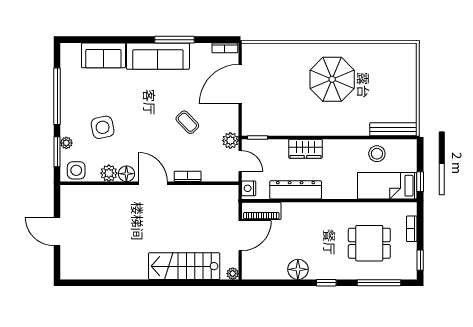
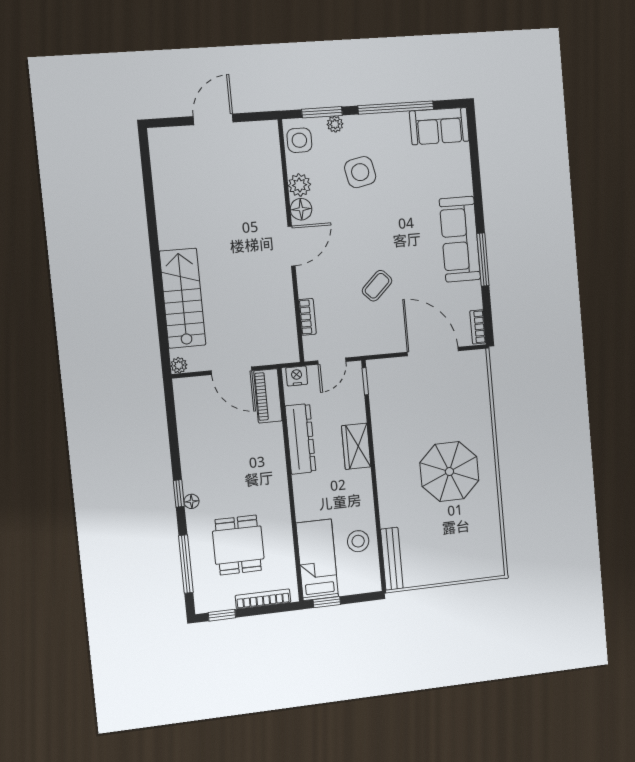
sofa: (103, 55) -> (439, 126), moved, turned -90
plant: (230, 141) -> (358, 346), removed
bookcase: (188, 176) -> (307, 317), moved
bookcase: (412, 229) -> (263, 599), width x1.56
floor lamp: (298, 269) -> (191, 501), moved, width x0.53, depth x0.53

